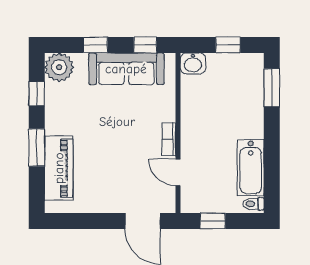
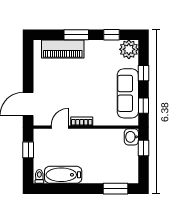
window: (228, 45) -> (143, 148), moved

